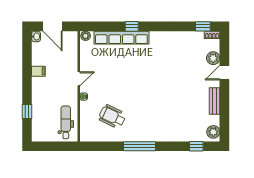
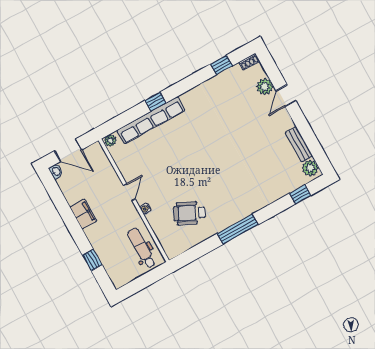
window: (203, 26) -> (221, 65), moved
filing cabinet: (38, 71) -> (83, 214), width x2.00
bench: (215, 101) -> (299, 144), moved

